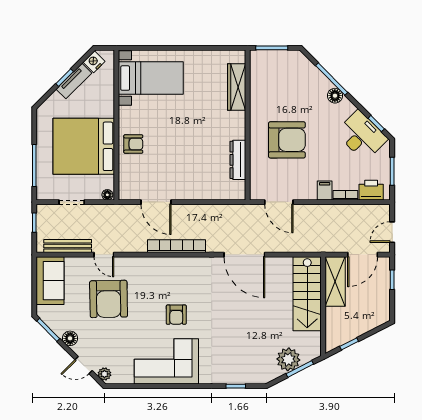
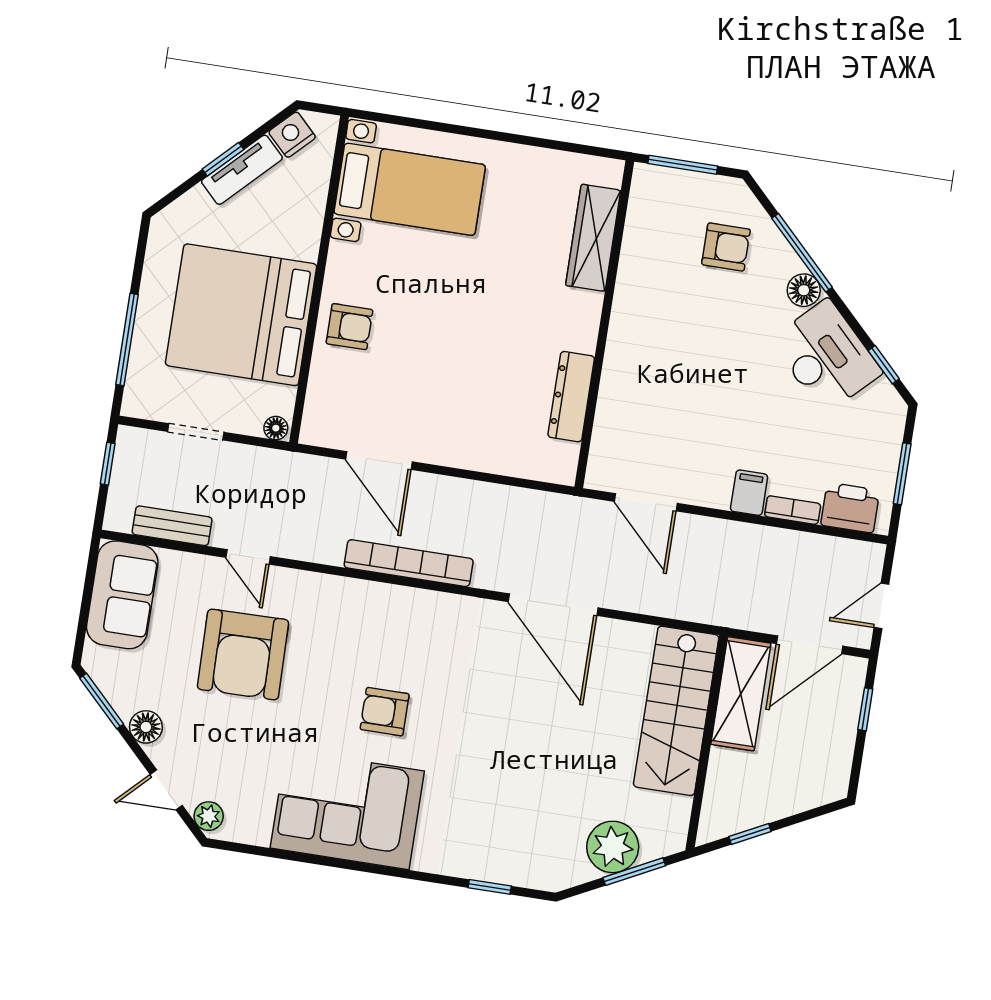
desk: (362, 136) -> (826, 356), moved
armchair: (287, 140) -> (726, 247), moved, width x0.53, depth x0.53
bench: (68, 246) -> (172, 526), width x0.73
armchair: (176, 315) -> (385, 712), turned 90

